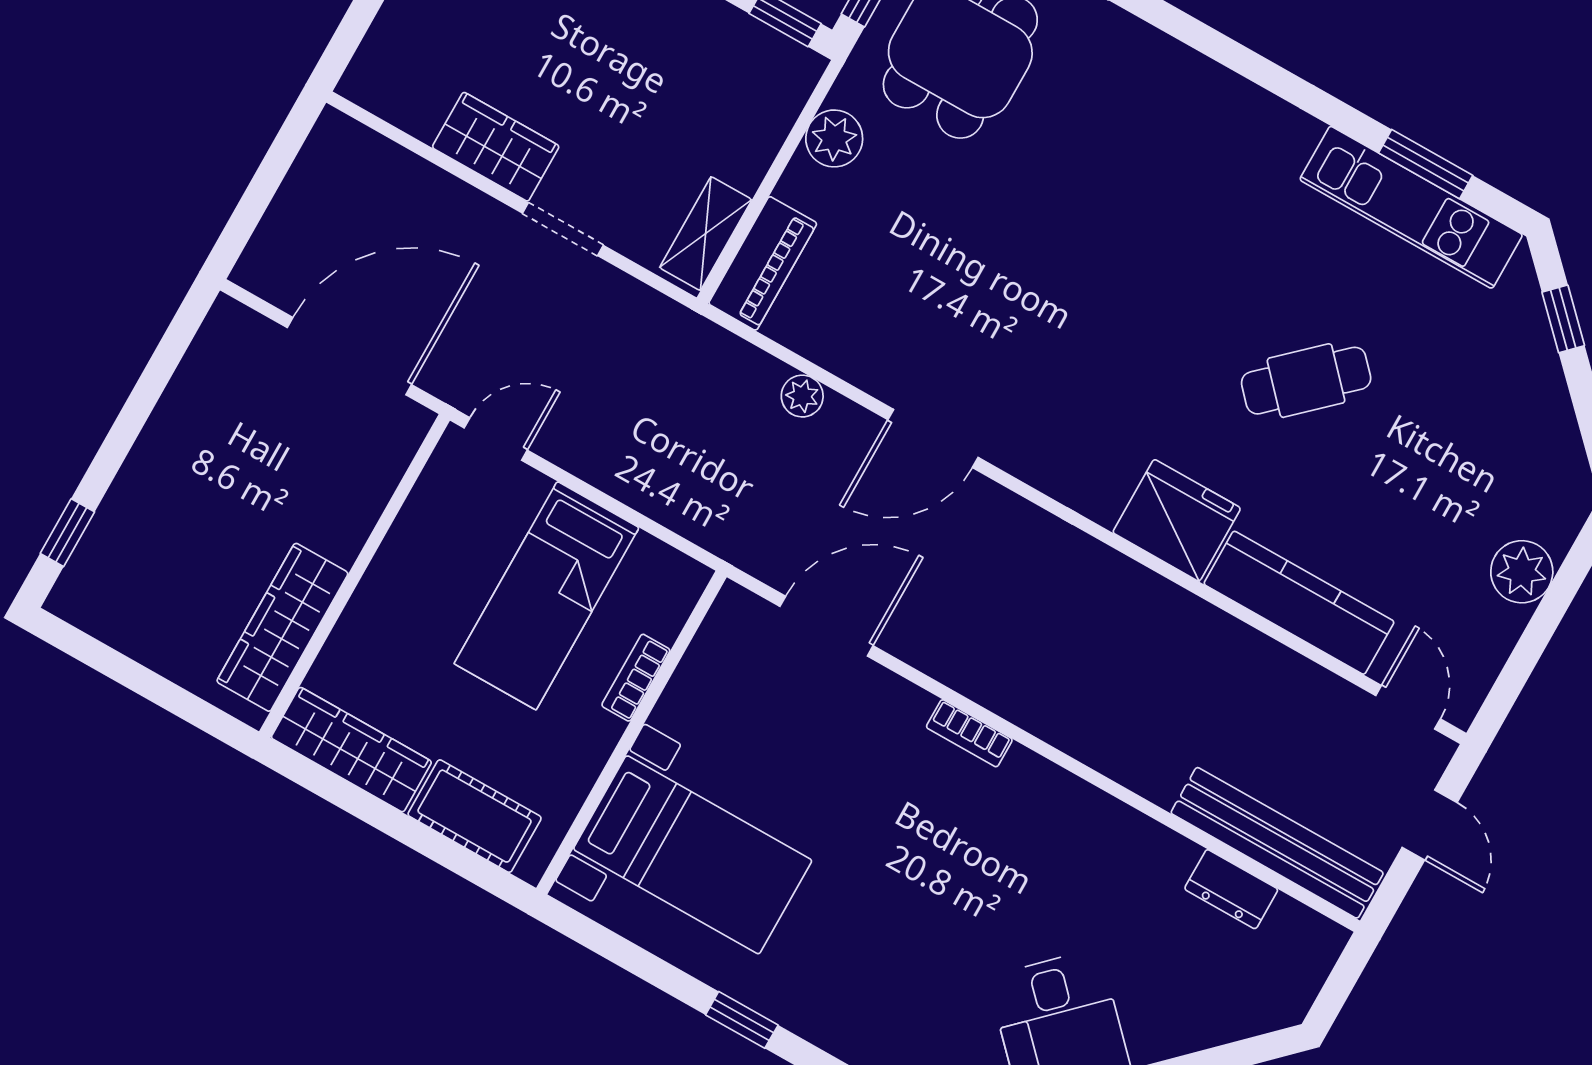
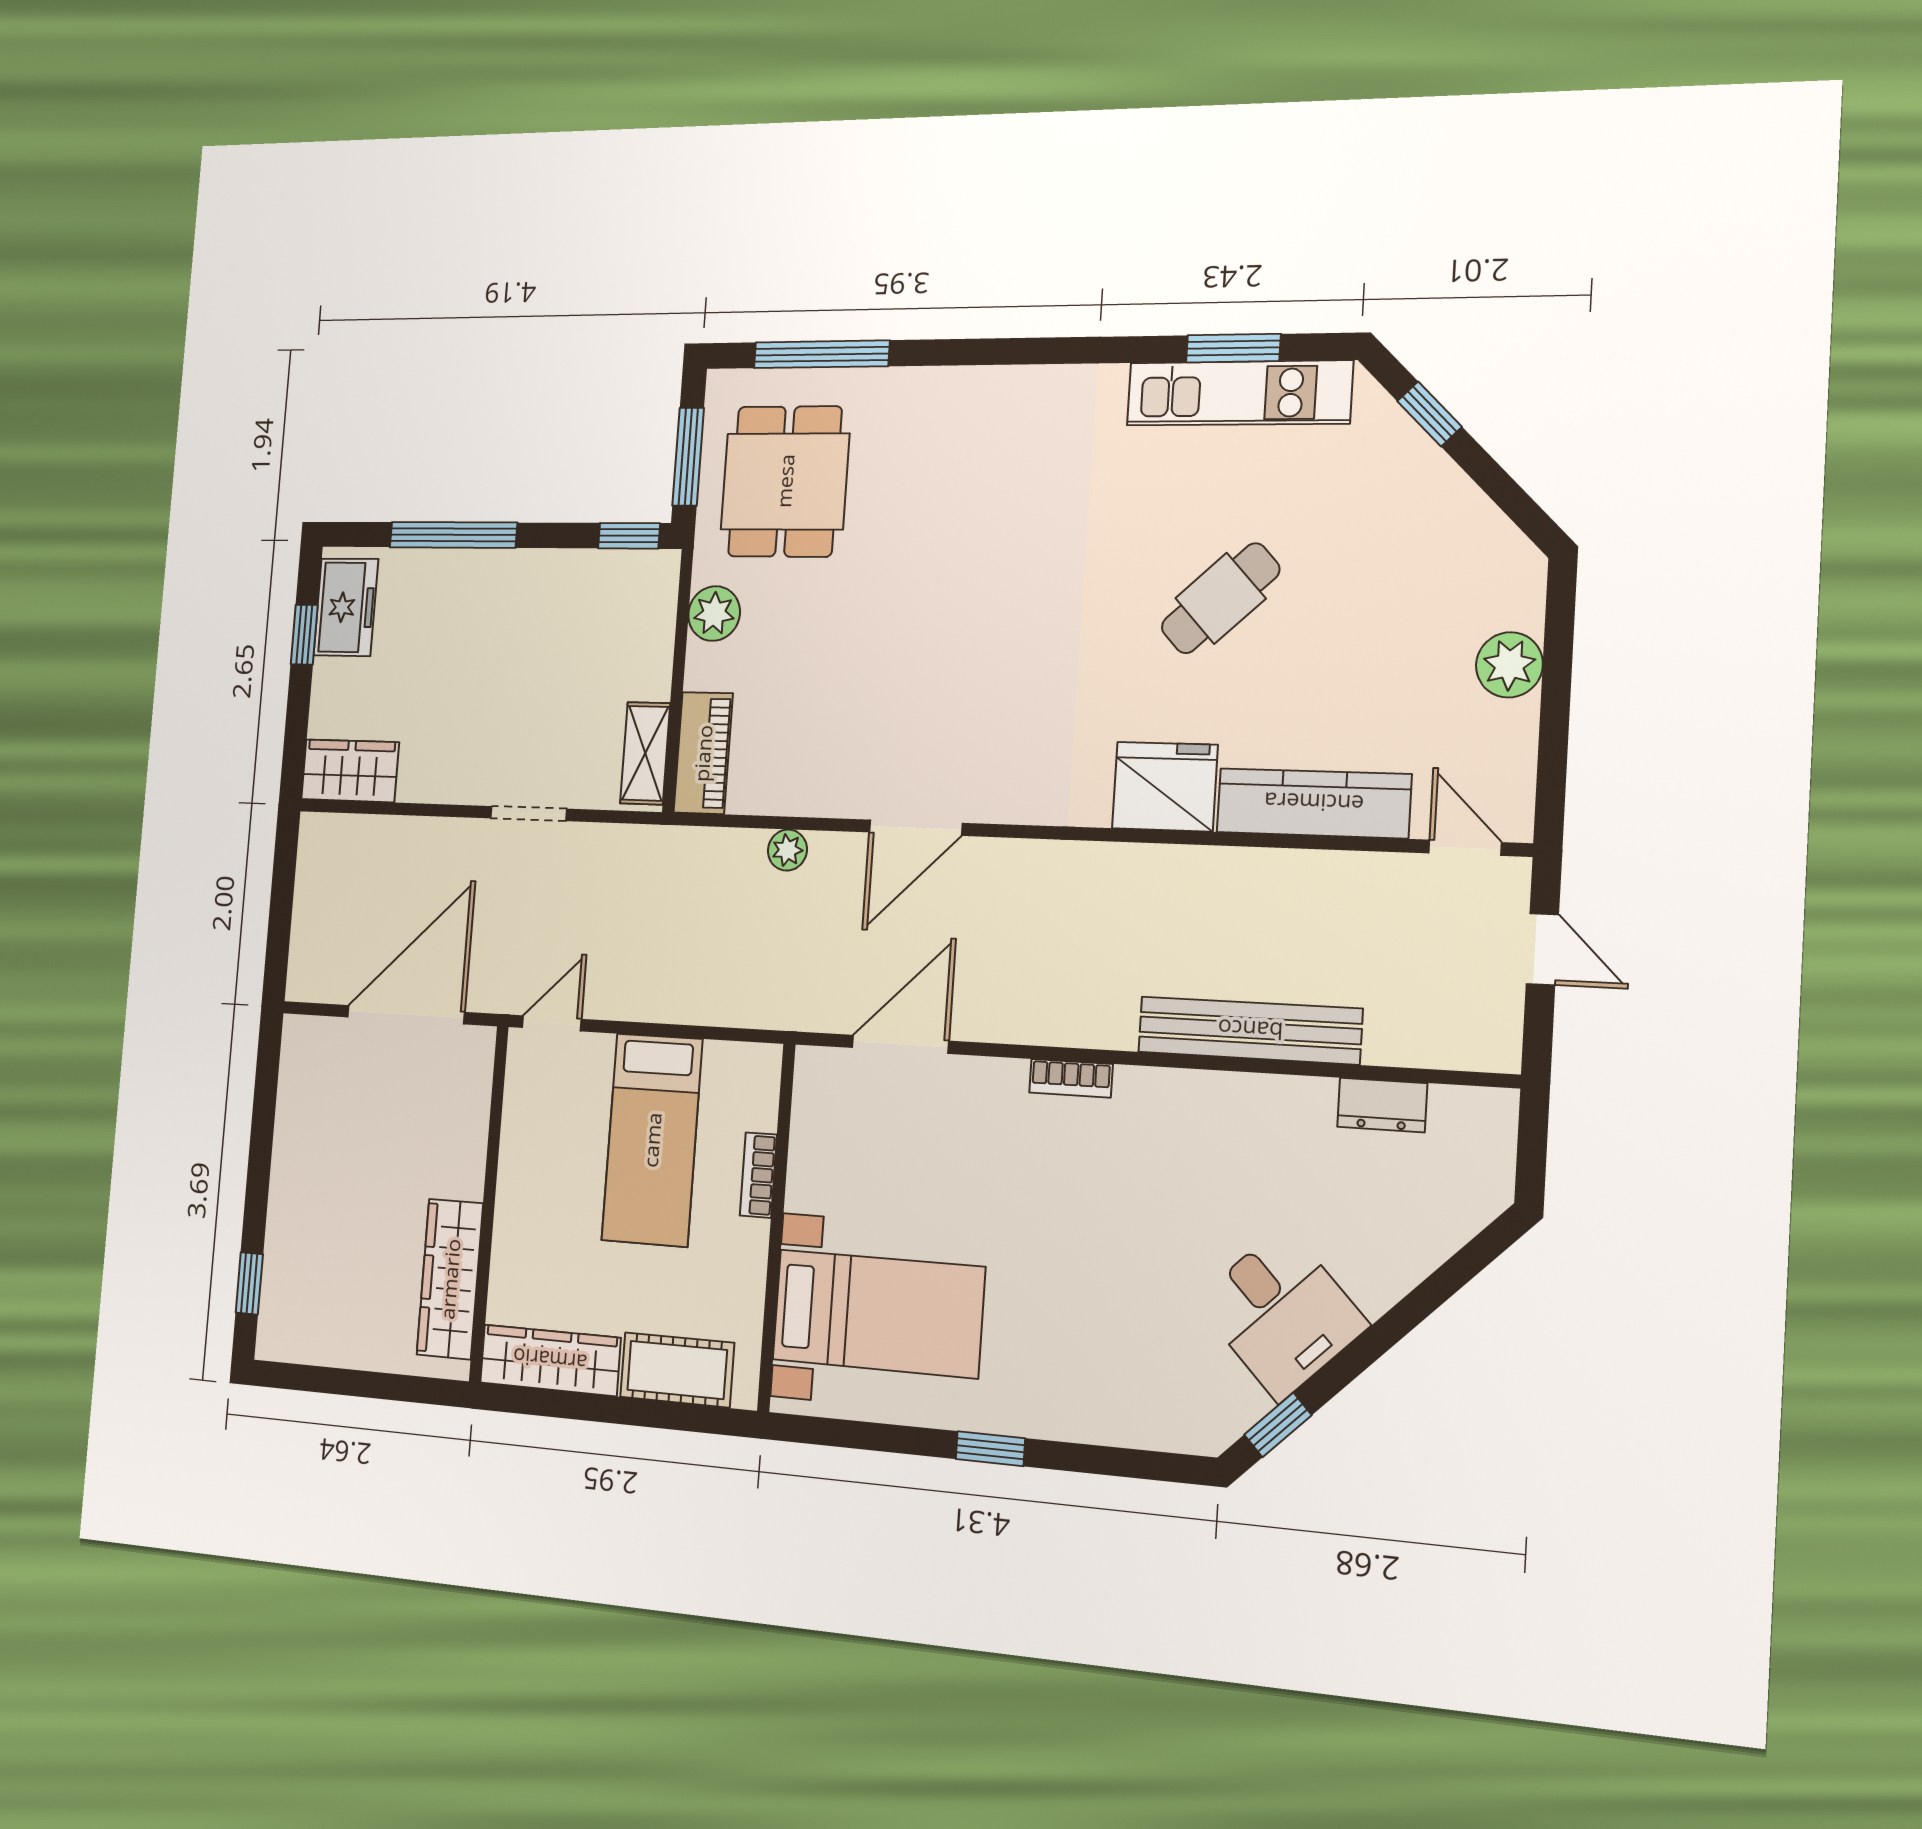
wardrobe: (496, 147) -> (350, 771), moved
bench: (1277, 843) -> (1250, 1030), moved

